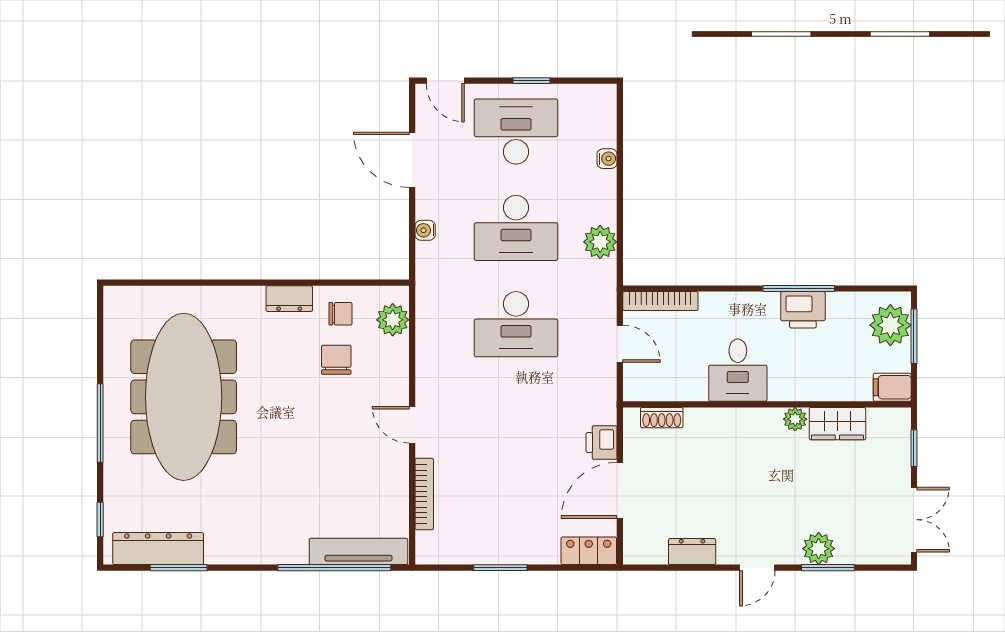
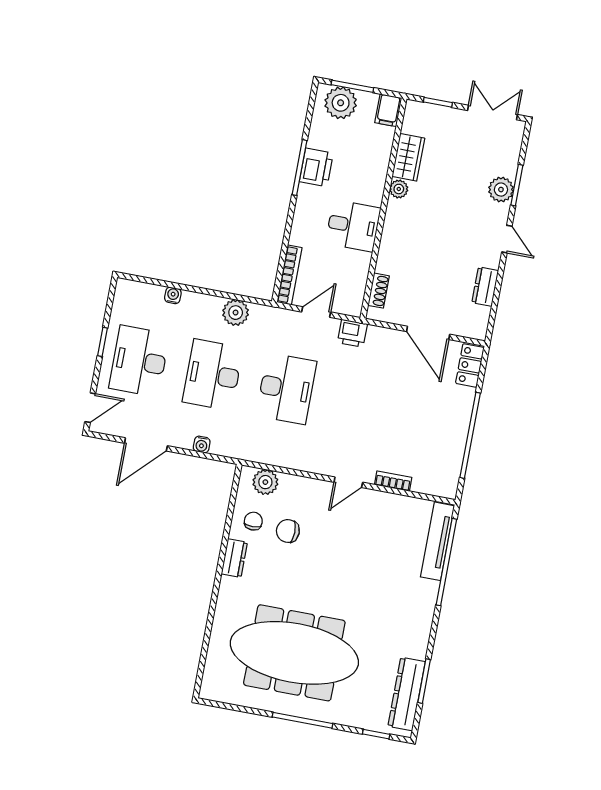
desk: (516, 228) -> (213, 375), turned 180
printer: (602, 443) -> (352, 333), moved
bookcase: (424, 494) -> (393, 481), width x0.64
window: (500, 568) -> (470, 435), width x2.11

